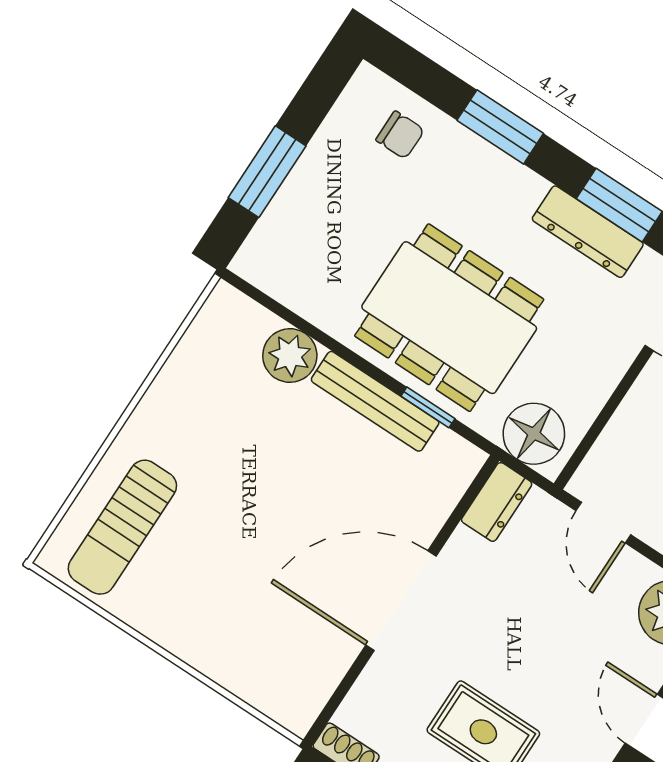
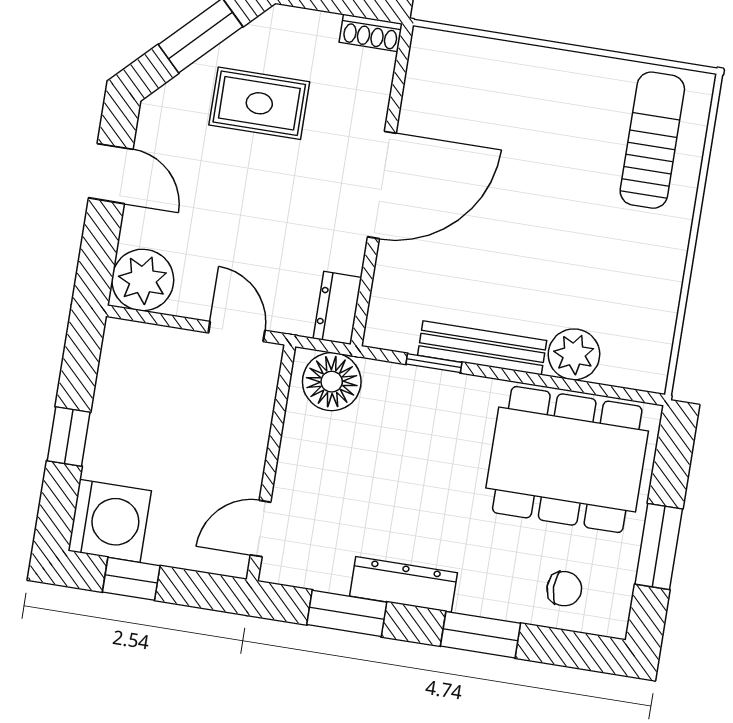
chair: (400, 135) -> (564, 589), turned 180
window: (267, 172) -> (659, 546), moved
dresser: (588, 232) -> (403, 584), moved
dining table: (449, 318) -> (567, 459), moved

